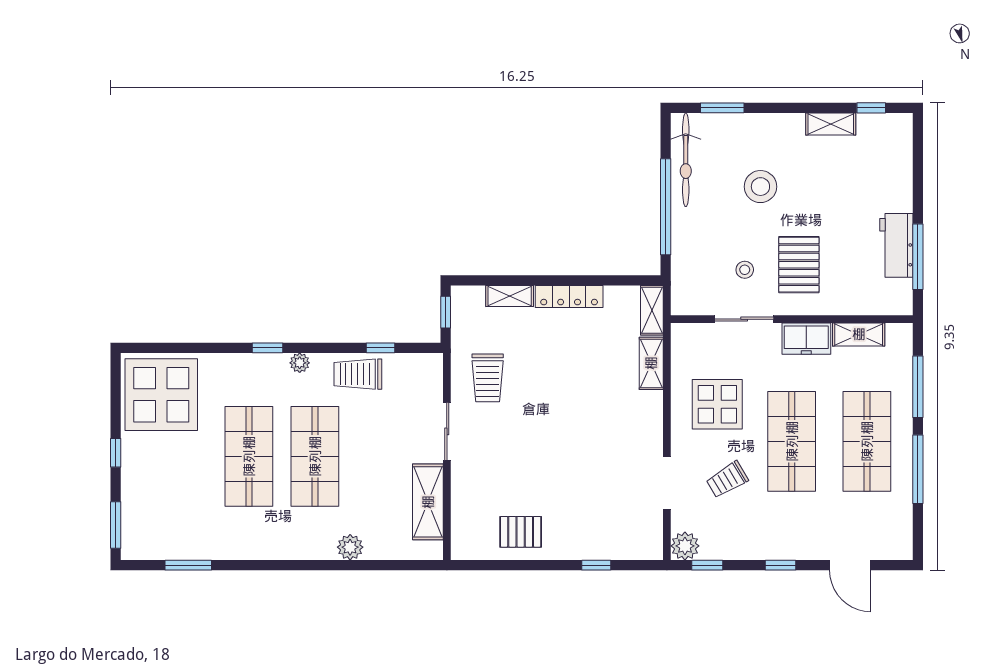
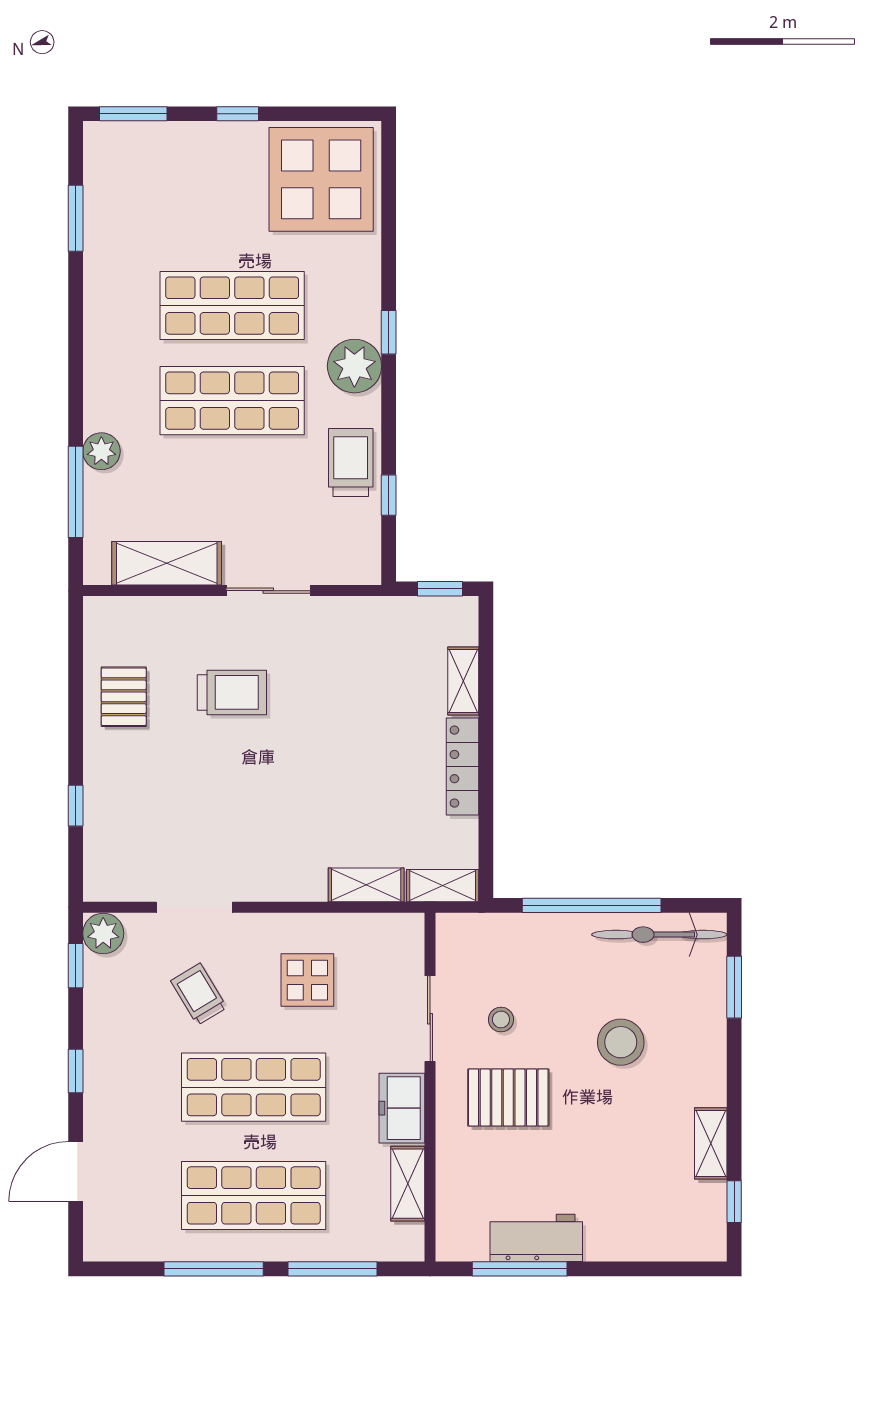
plant: (300, 363) -> (354, 366), width x1.88, depth x1.88
trolley: (488, 378) -> (232, 692), moved, turned 180
display table: (717, 404) -> (307, 980), width x0.73, depth x0.73
window: (378, 565) -> (76, 492), added

